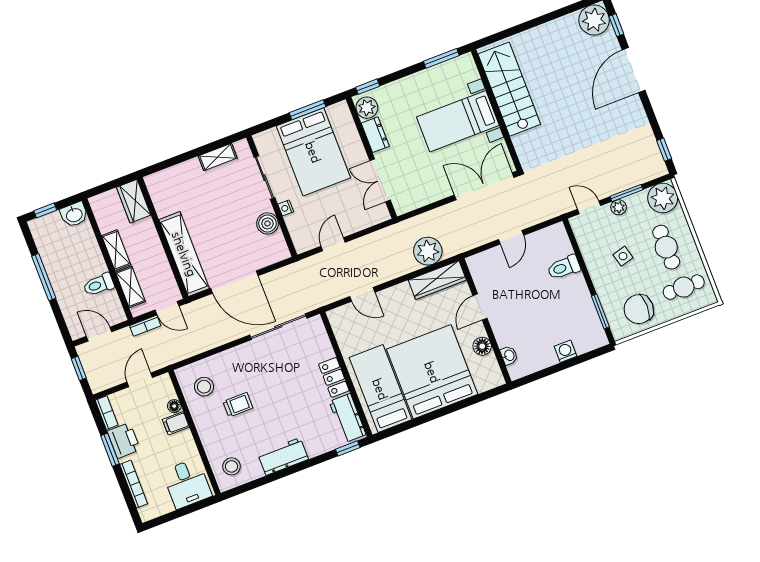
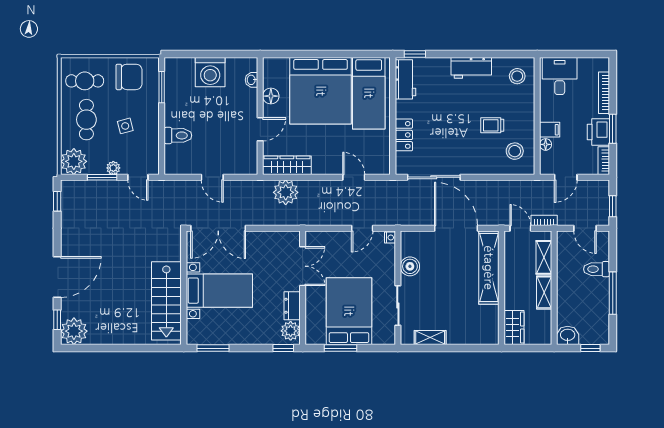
nightstand: (286, 208) -> (390, 238), moved
door: (511, 237) -> (212, 177), swing flipped
toilet: (99, 285) -> (597, 269), moved, turned 180
washing machine: (566, 351) -> (210, 72), width x1.89, depth x1.89
locker: (334, 377) -> (404, 135), moved

